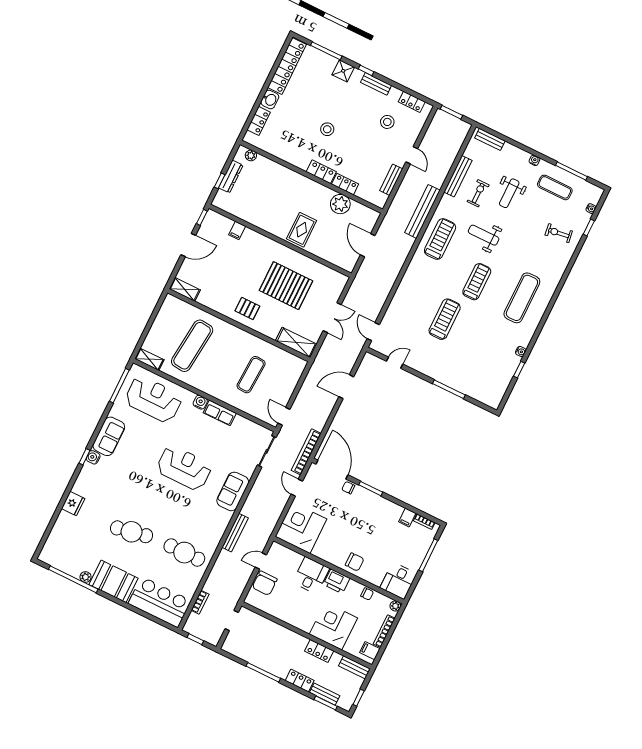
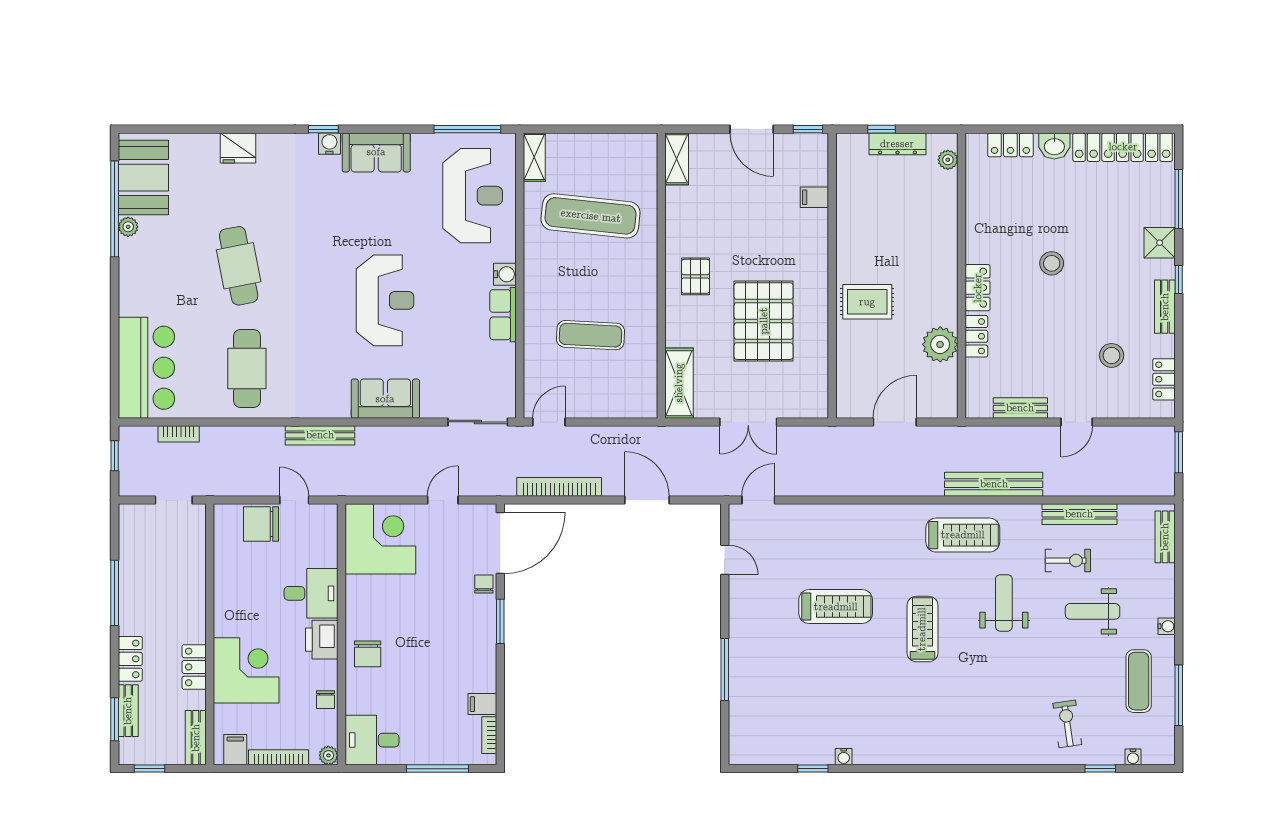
treadmill: (477, 282) -> (922, 629), turned -90
exercise mat: (522, 298) -> (932, 716), removed
bookcase: (306, 452) -> (559, 487), moved
booth: (114, 581) -> (143, 178), moved

